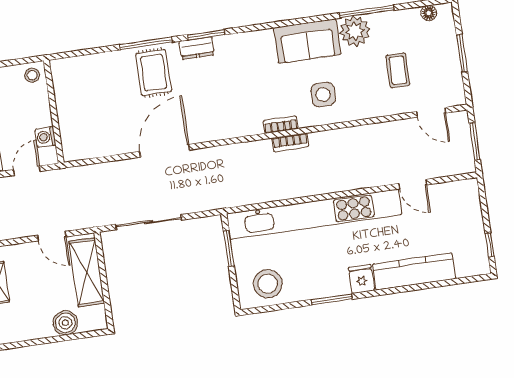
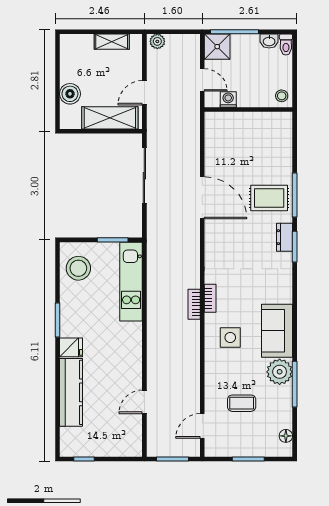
kitchen unit: (314, 214) -> (131, 282), width x0.54

